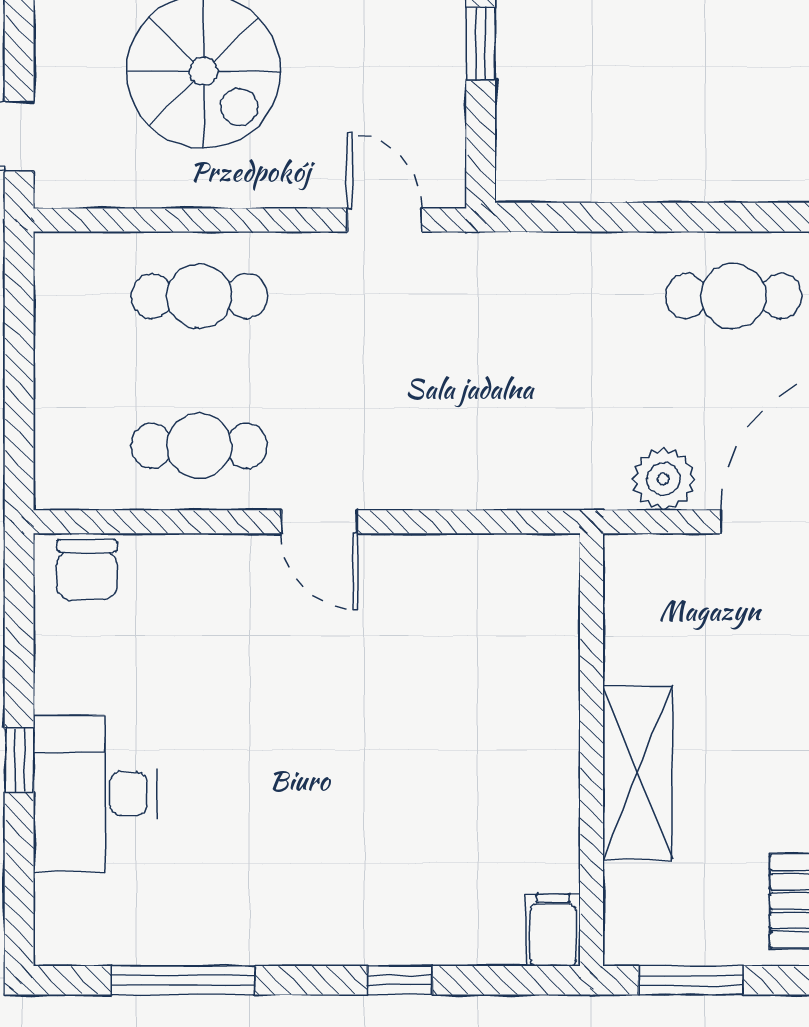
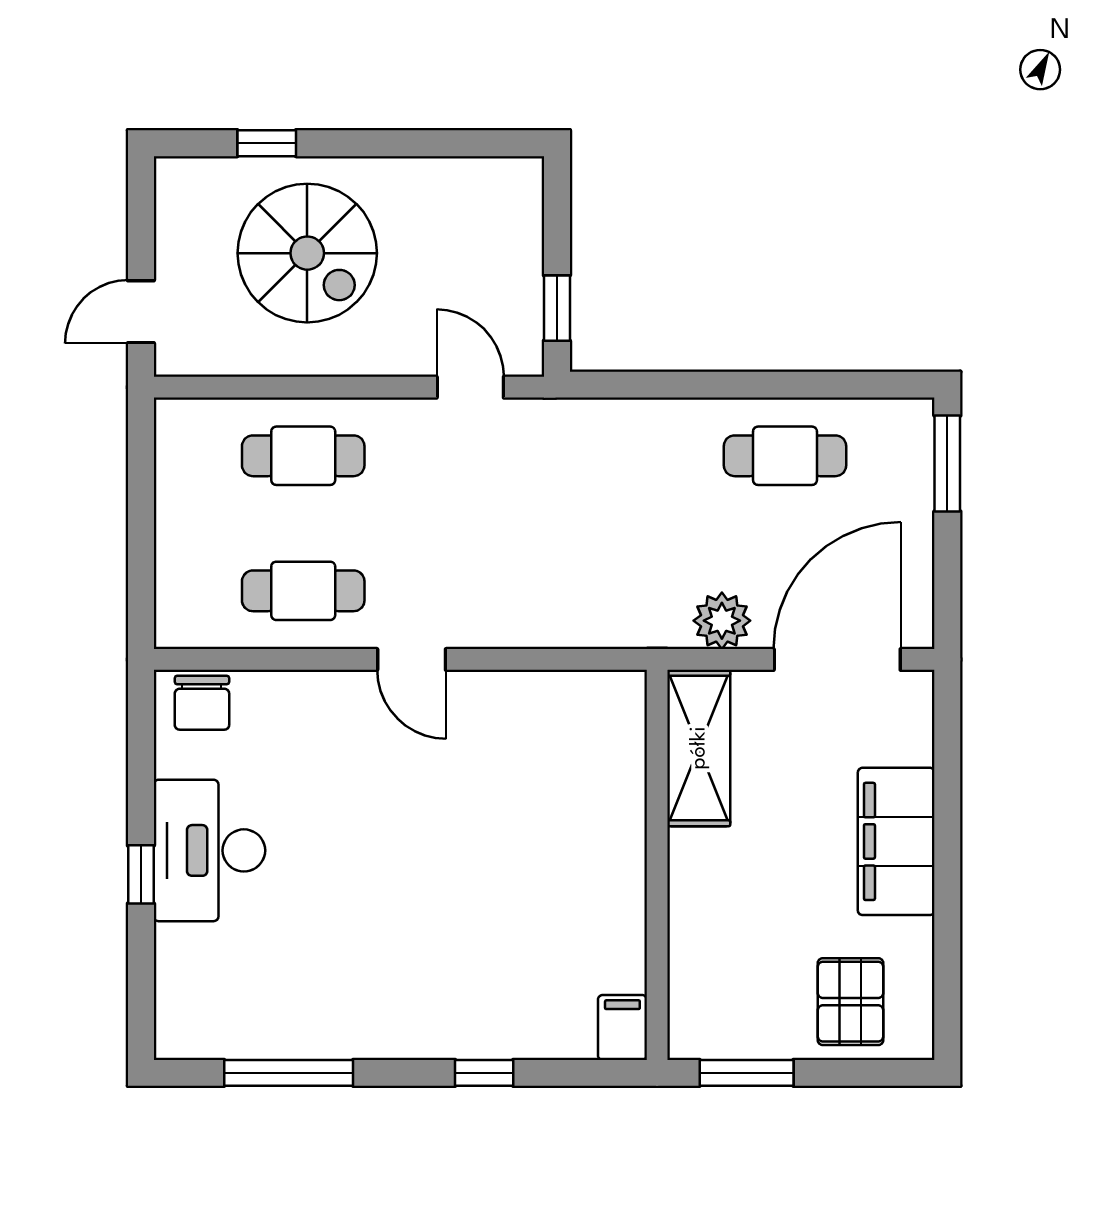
window: (481, 44) -> (557, 308), moved
shelving: (638, 773) -> (699, 748), moved
desk: (95, 794) -> (209, 850), moved

